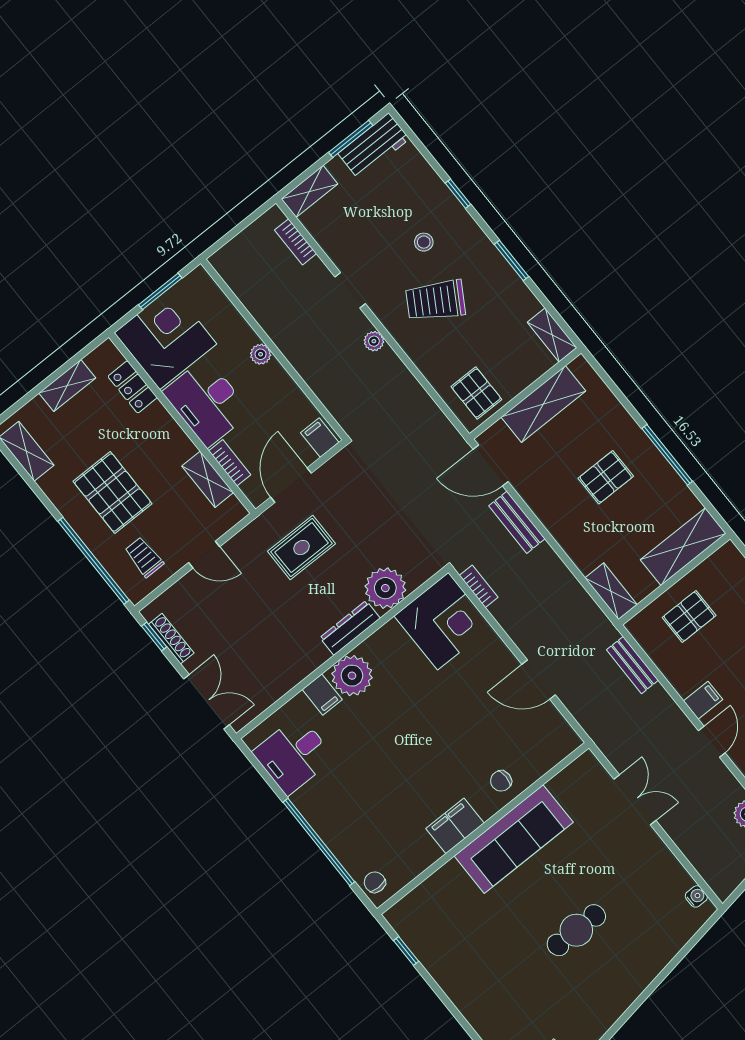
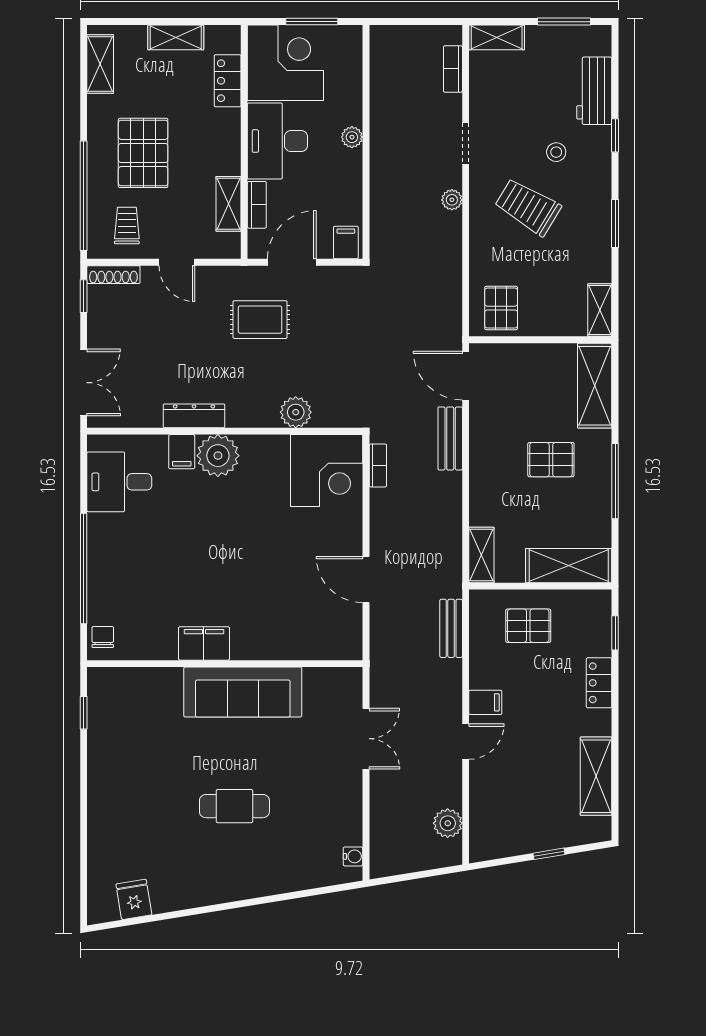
workbench: (374, 146) -> (594, 91), moved, turned 90
shelving: (543, 404) -> (595, 386), moved, turned 90
plant: (385, 588) -> (296, 412), width x0.73, depth x0.73
dresser: (350, 628) -> (194, 416), moved
shoe rack: (171, 639) -> (113, 275), moved, turned 90
chair: (501, 781) -> (270, 637), removed

